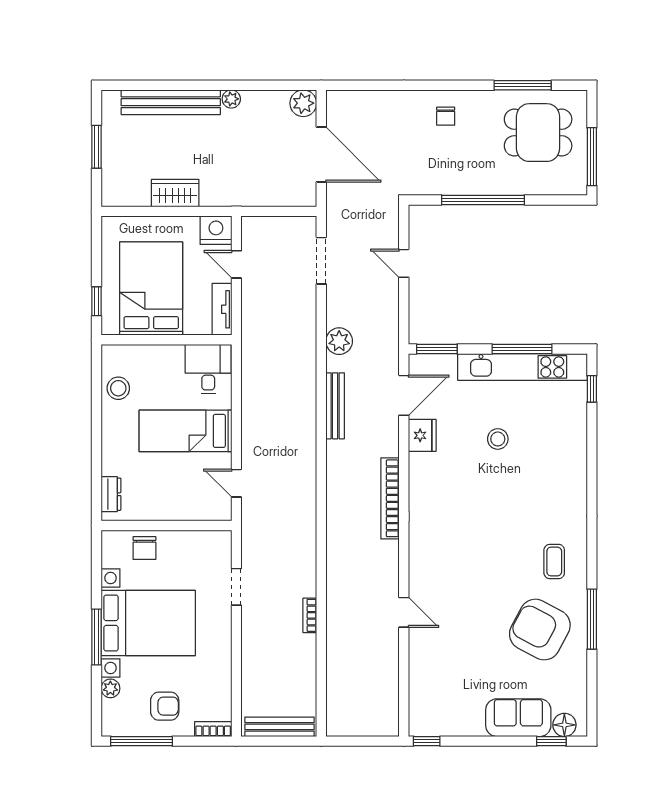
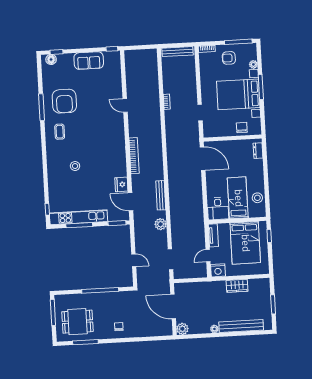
door: (236, 264) -> (208, 256), swing flipped
door: (404, 395) -> (131, 202), hinge flipped
bed: (186, 431) -> (238, 198), moved, turned -90
stool: (498, 439) -> (75, 166), moved
door: (236, 483) -> (203, 159), width x1.88
armchair: (540, 630) -> (64, 101), turned 62
sofa: (518, 718) -> (89, 61), moved

